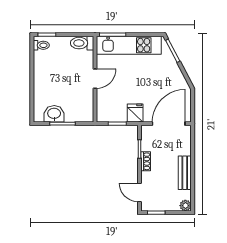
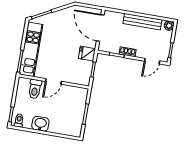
toilet: (82, 43) -> (35, 89), moved
door: (95, 79) -> (53, 81), swing flipped
washbasin: (54, 114) -> (40, 124), moved, turned 90
bench: (185, 173) -> (142, 22), width x1.36

